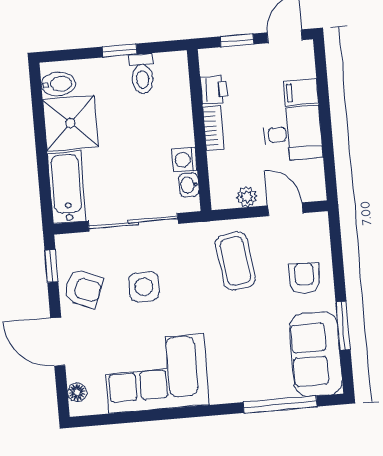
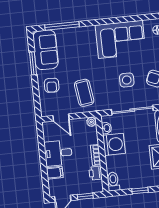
toilet: (142, 74) -> (113, 181), moved
washing machine: (185, 160) -> (114, 144), width x1.89, depth x1.89
plant: (247, 197) -> (91, 122), moved

